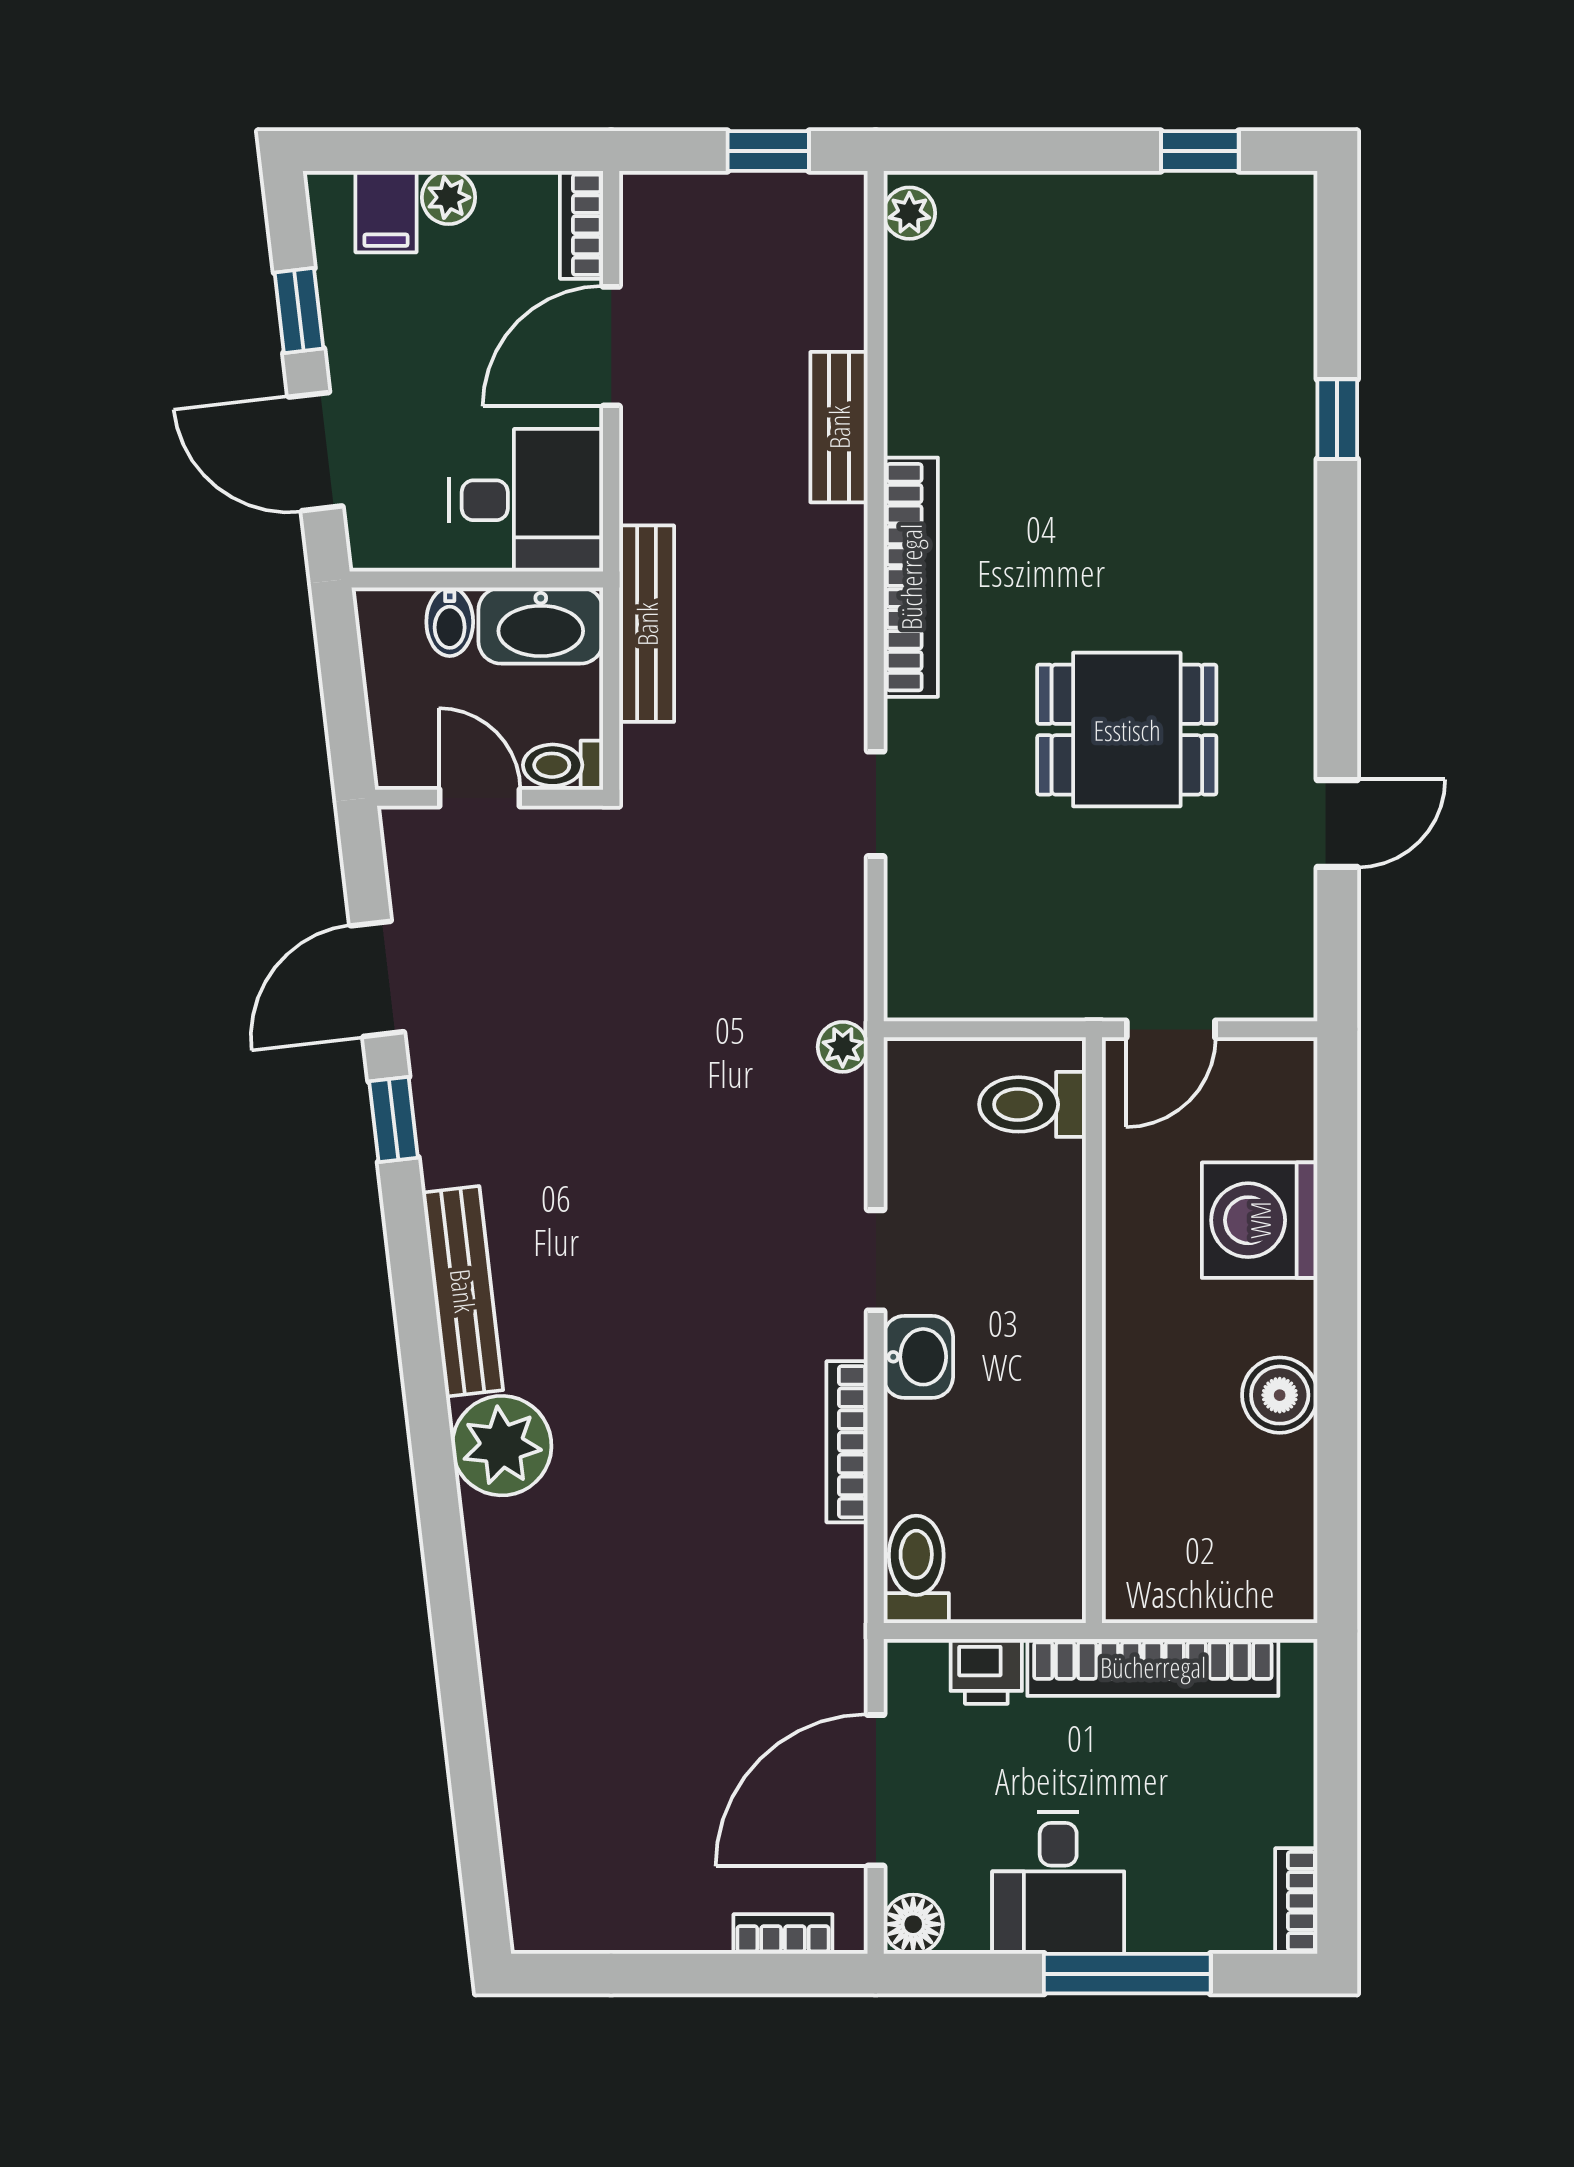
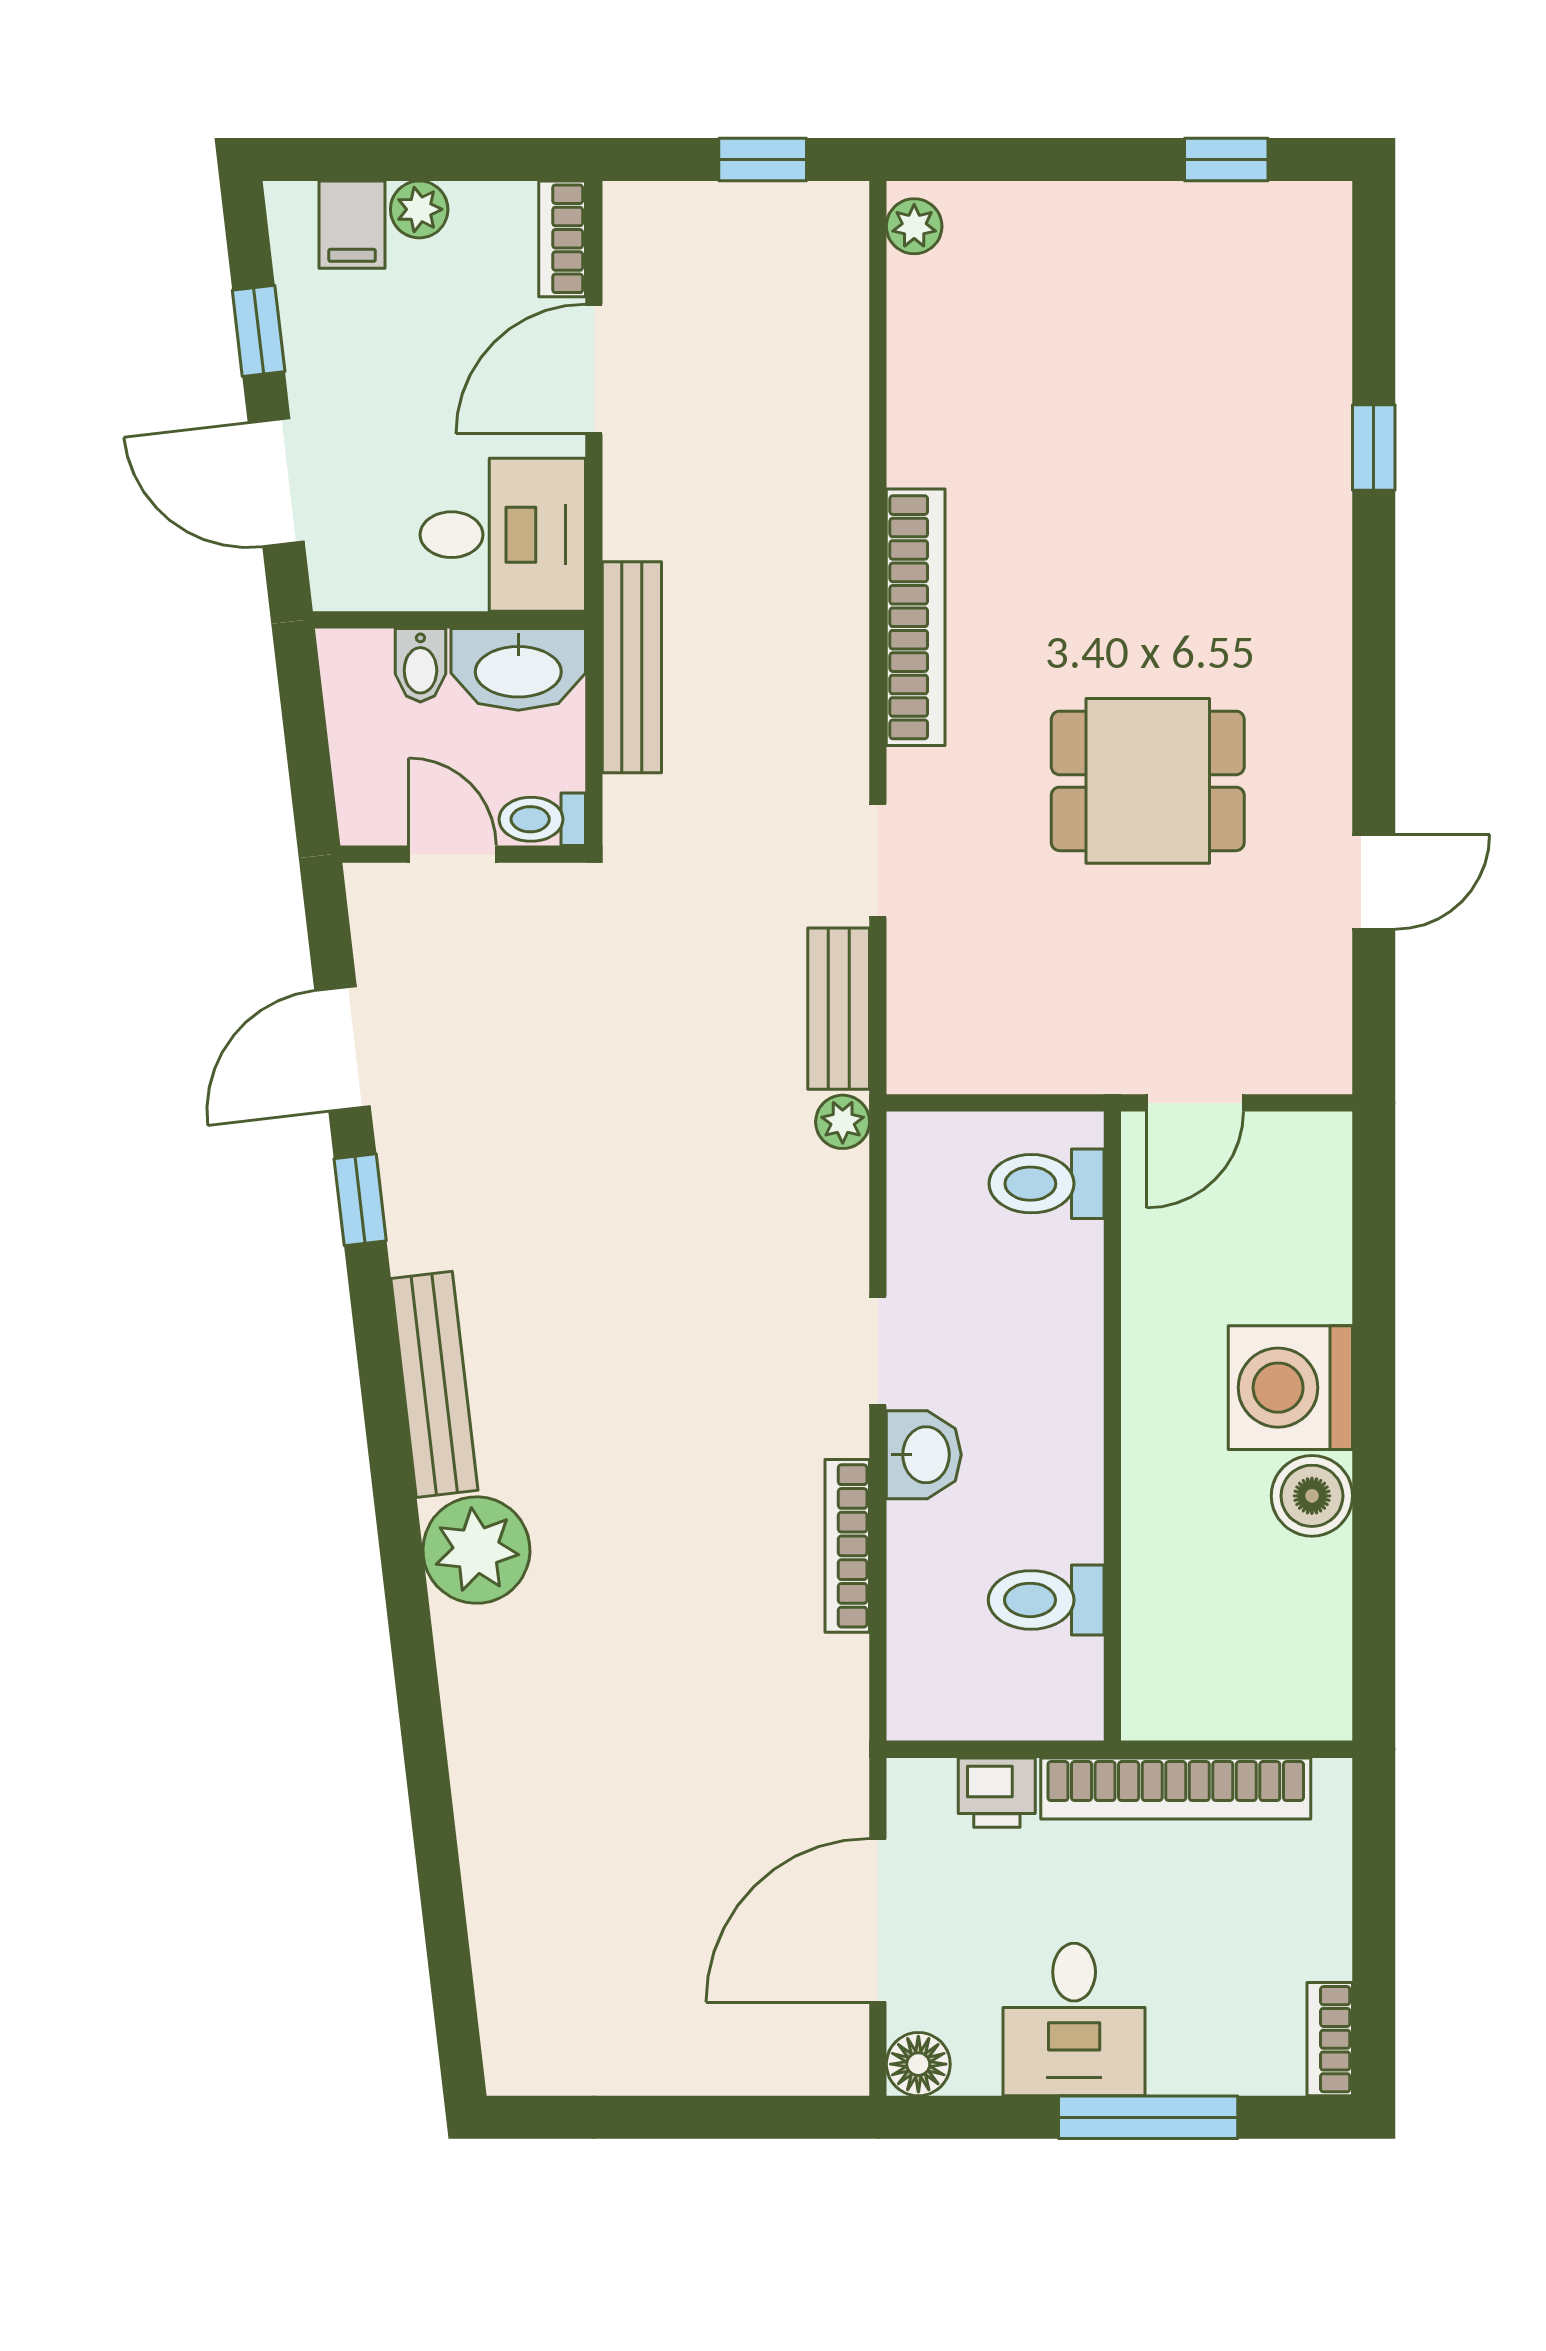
bench: (839, 427) -> (839, 1009), moved
washing machine: (1260, 1220) -> (1290, 1388), moved
toilet: (916, 1569) -> (1046, 1600), moved, turned -90
bookcase: (783, 1934) -> (778, 2075), removed

